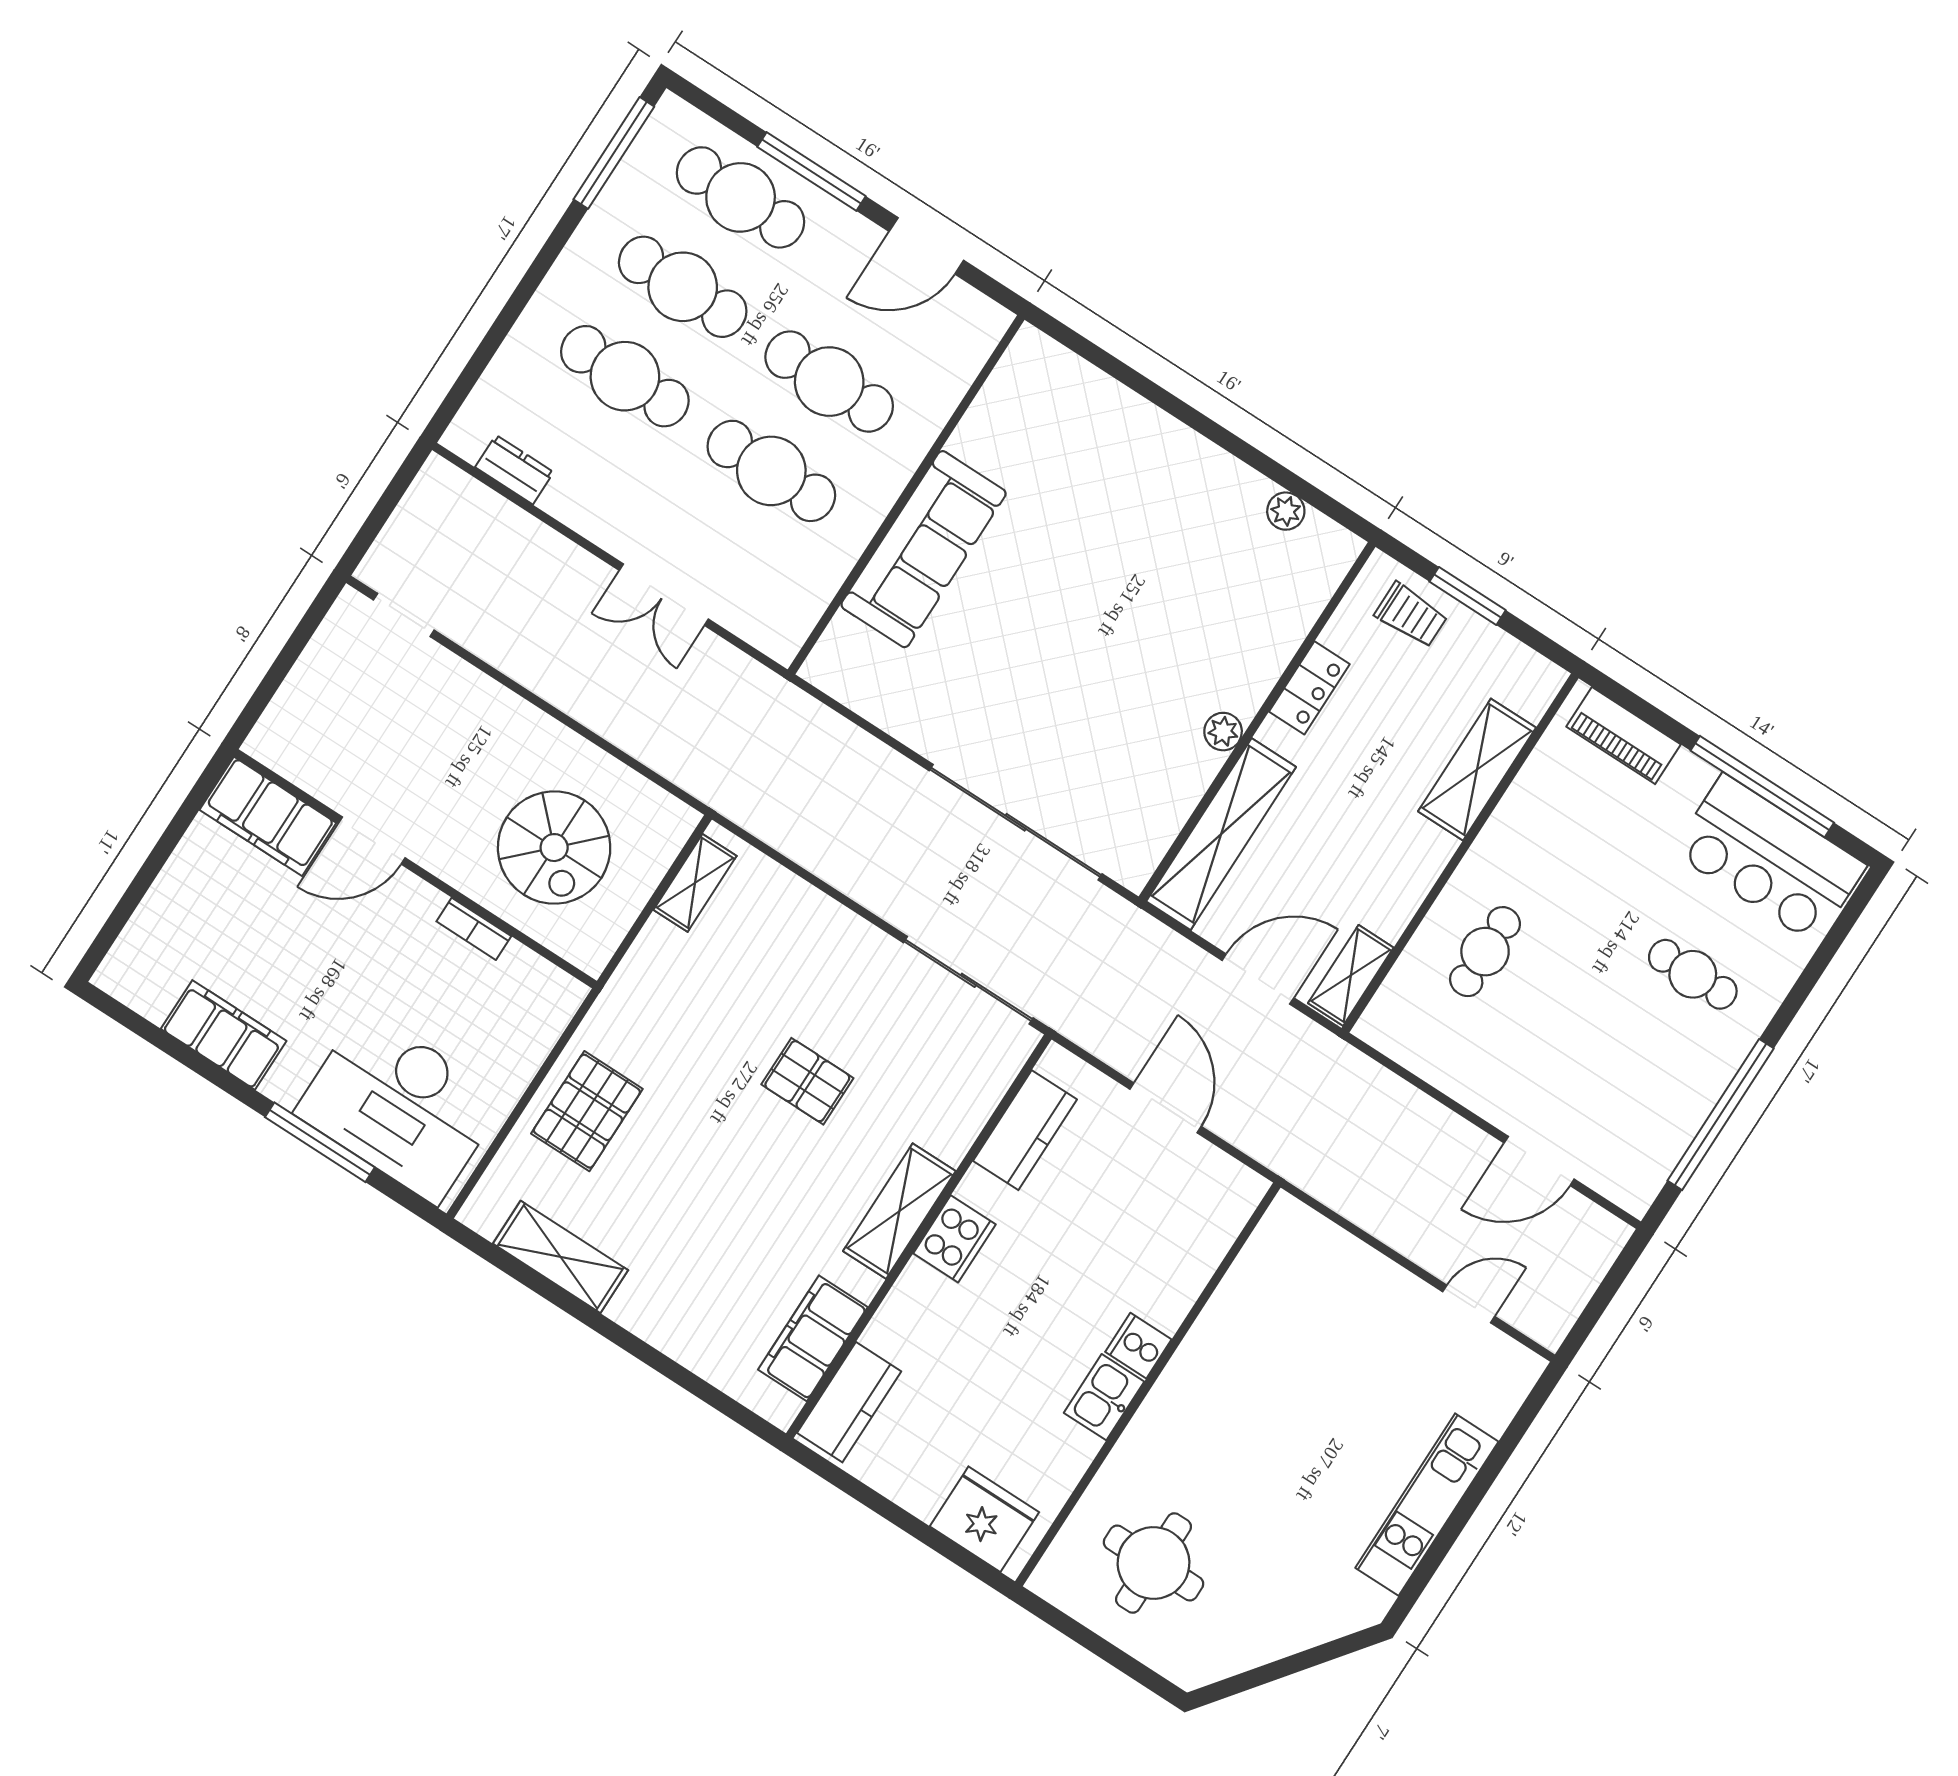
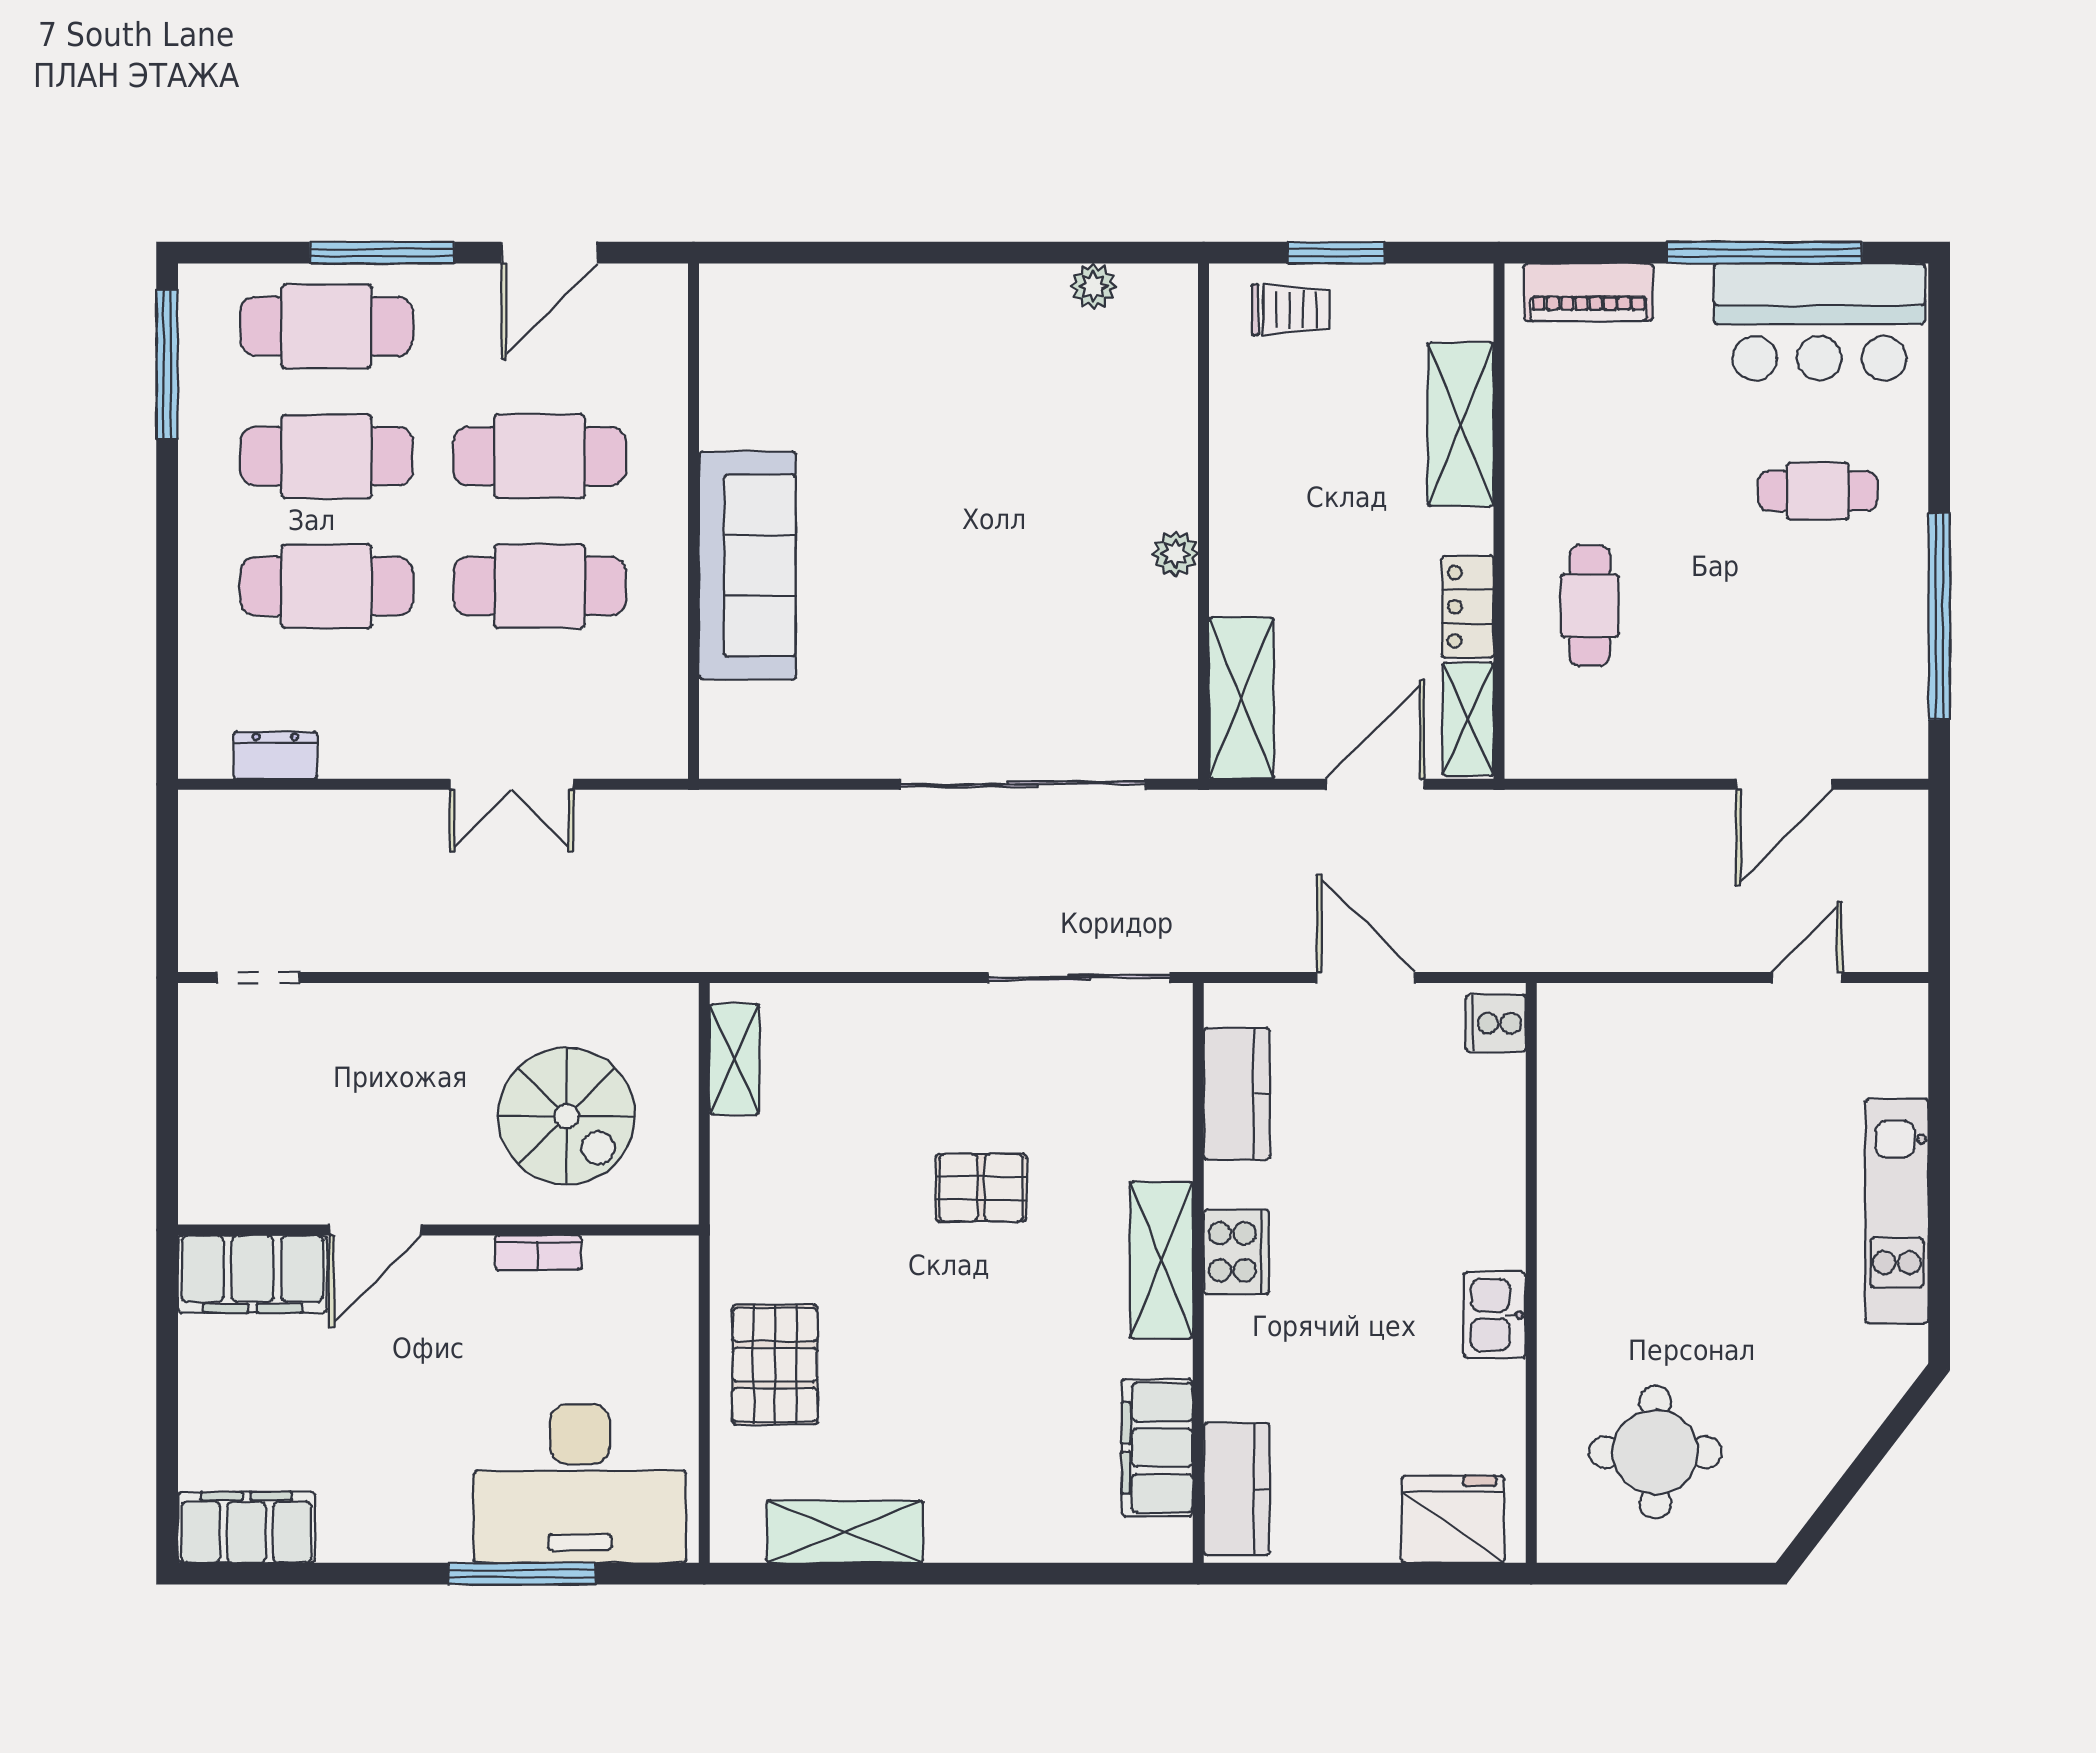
locker: (1309, 688) -> (1468, 607), moved, turned 180
shelving: (1221, 834) -> (1241, 698), width x0.68
filing cabinet: (224, 1035) -> (246, 1527), moved
cooker: (1138, 1346) -> (1496, 1023), moved

